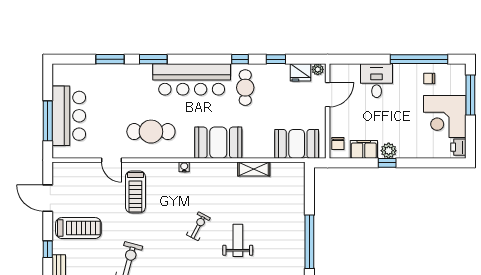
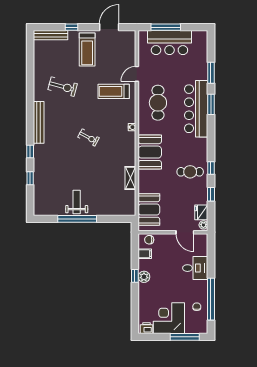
bar counter: (192, 79) -> (196, 109), moved
filing cabinet: (364, 149) -> (145, 254), width x0.50
weight bench: (238, 240) -> (77, 202), moved, turned -90

